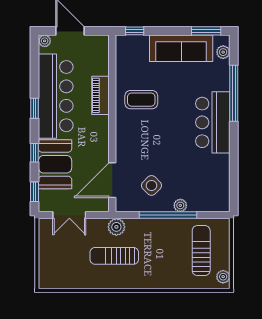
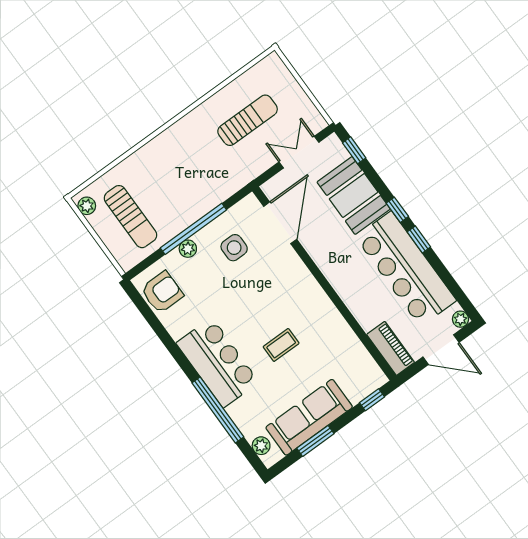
window: (206, 31) -> (315, 441), moved
piano: (100, 95) -> (391, 348), moved
coffee table: (141, 100) -> (281, 345), moved, width x0.73, depth x0.77
window: (35, 153) -> (397, 210), moved
side table: (151, 185) -> (234, 248), turned 45
armchair: (215, 190) -> (162, 292), added
plant: (116, 227) -> (239, 176), removed
sun lounger: (114, 256) -> (248, 120), moved

